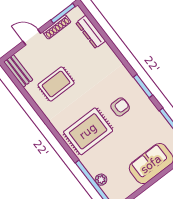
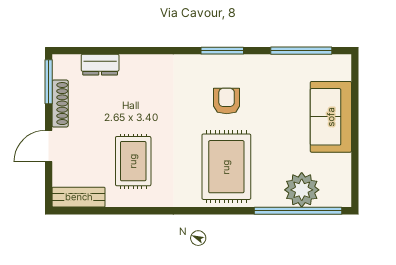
dresser: (91, 32) -> (100, 65), width x0.70
plant: (101, 180) -> (302, 190), width x1.88, depth x1.88

